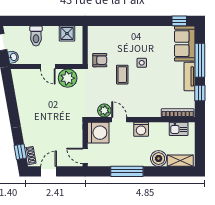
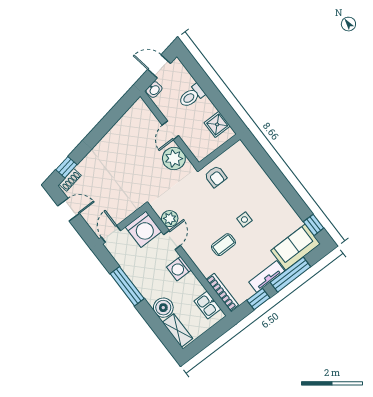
coffee table: (122, 75) -> (223, 245), moved

